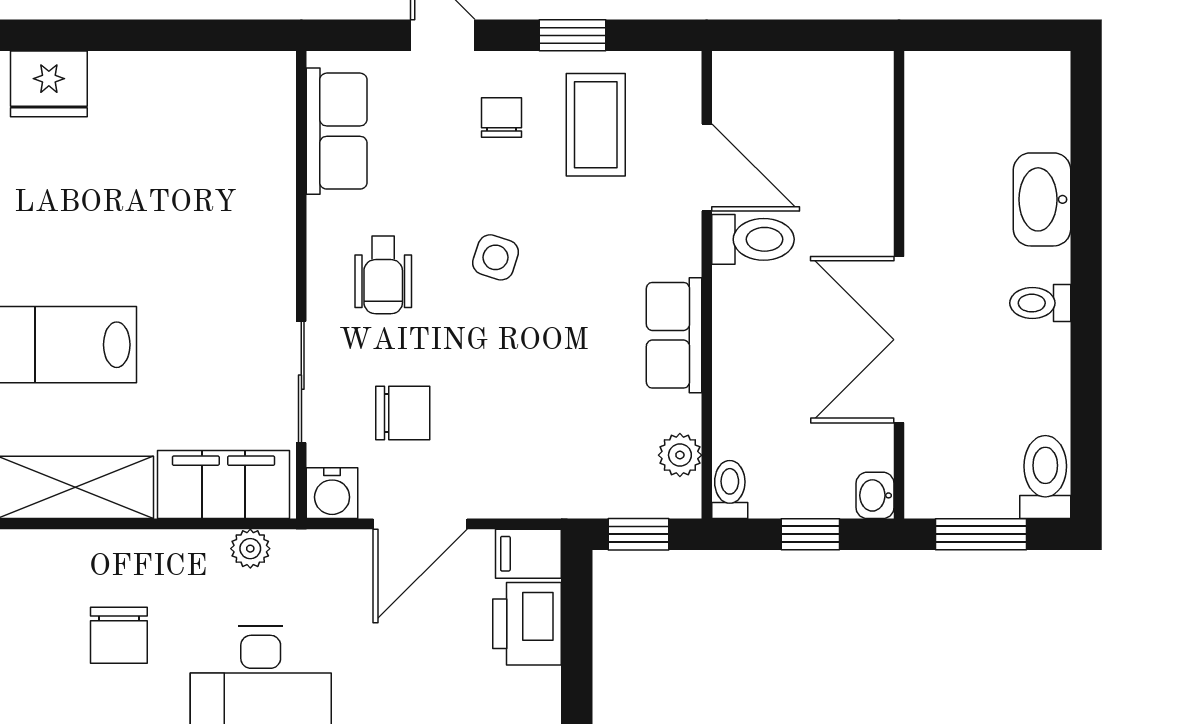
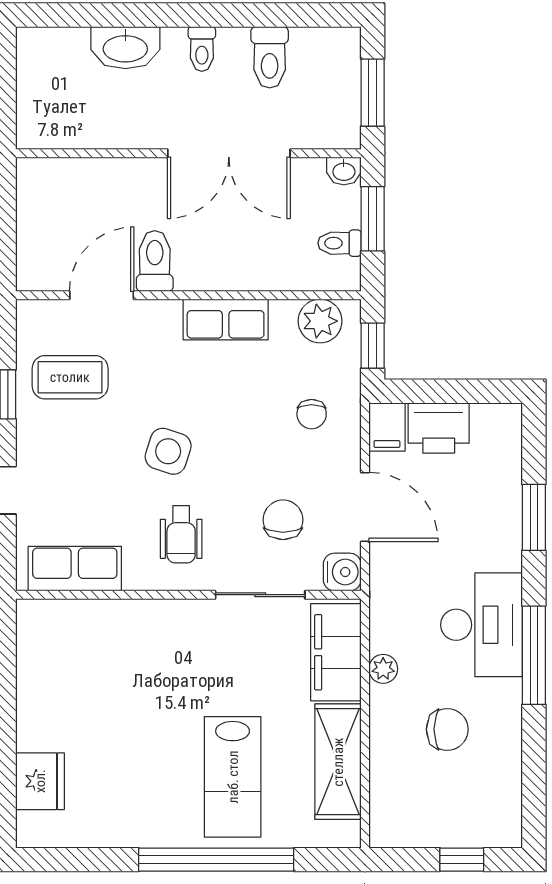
chair: (502, 117) -> (312, 414), moved, turned -90
side table: (496, 257) -> (168, 451), width x1.37, depth x1.37
wheelchair: (383, 275) -> (181, 534), turned 90
plant: (680, 455) -> (320, 321), width x1.38, depth x1.38
toilet: (1045, 477) -> (270, 57), moved, turned -90
toilet: (730, 489) -> (340, 243), moved
window: (810, 534) -> (373, 219), width x1.50
plant: (250, 549) -> (383, 669), moved

